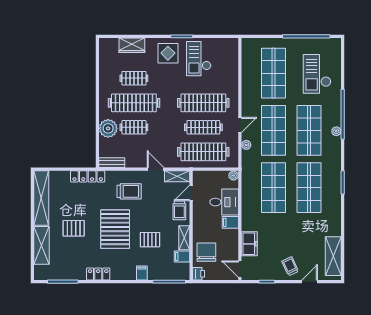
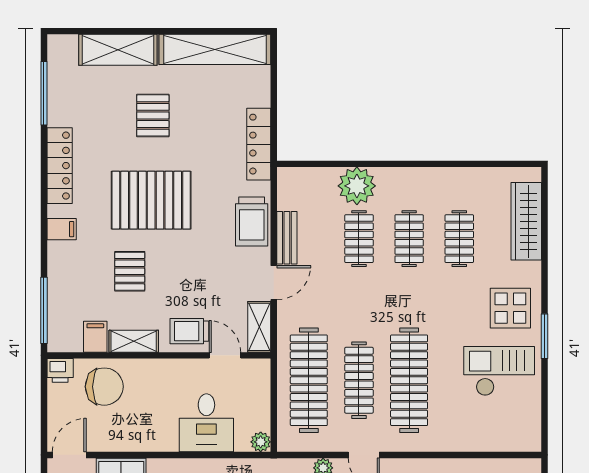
wardrobe: (132, 45) -> (526, 221), width x1.50
clothes rail: (134, 103) -> (409, 239), width x0.54, depth x0.76
bench: (112, 163) -> (287, 238), moved
trolley: (129, 191) -> (252, 221), moved
filing cabinet: (230, 222) -> (165, 436), removed
filing cabinet: (142, 273) -> (62, 229), moved
locker: (98, 274) -> (60, 166), width x1.53

